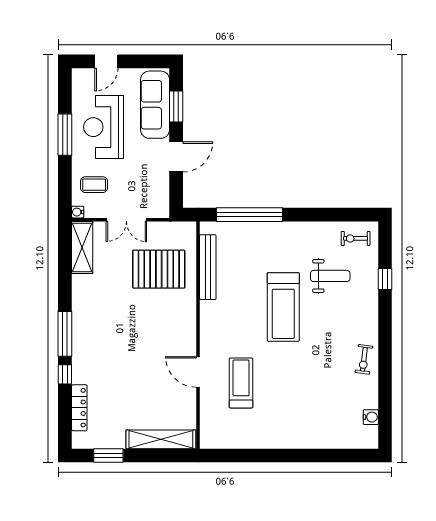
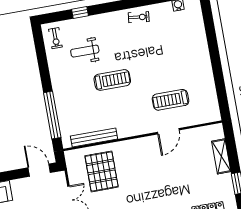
door: (176, 157) -> (39, 170), moved
weight bench: (330, 276) -> (85, 51), turned -90
treadmill: (283, 307) -> (112, 80), width x0.73, depth x0.73
shelving: (161, 439) -> (221, 156), width x0.68

